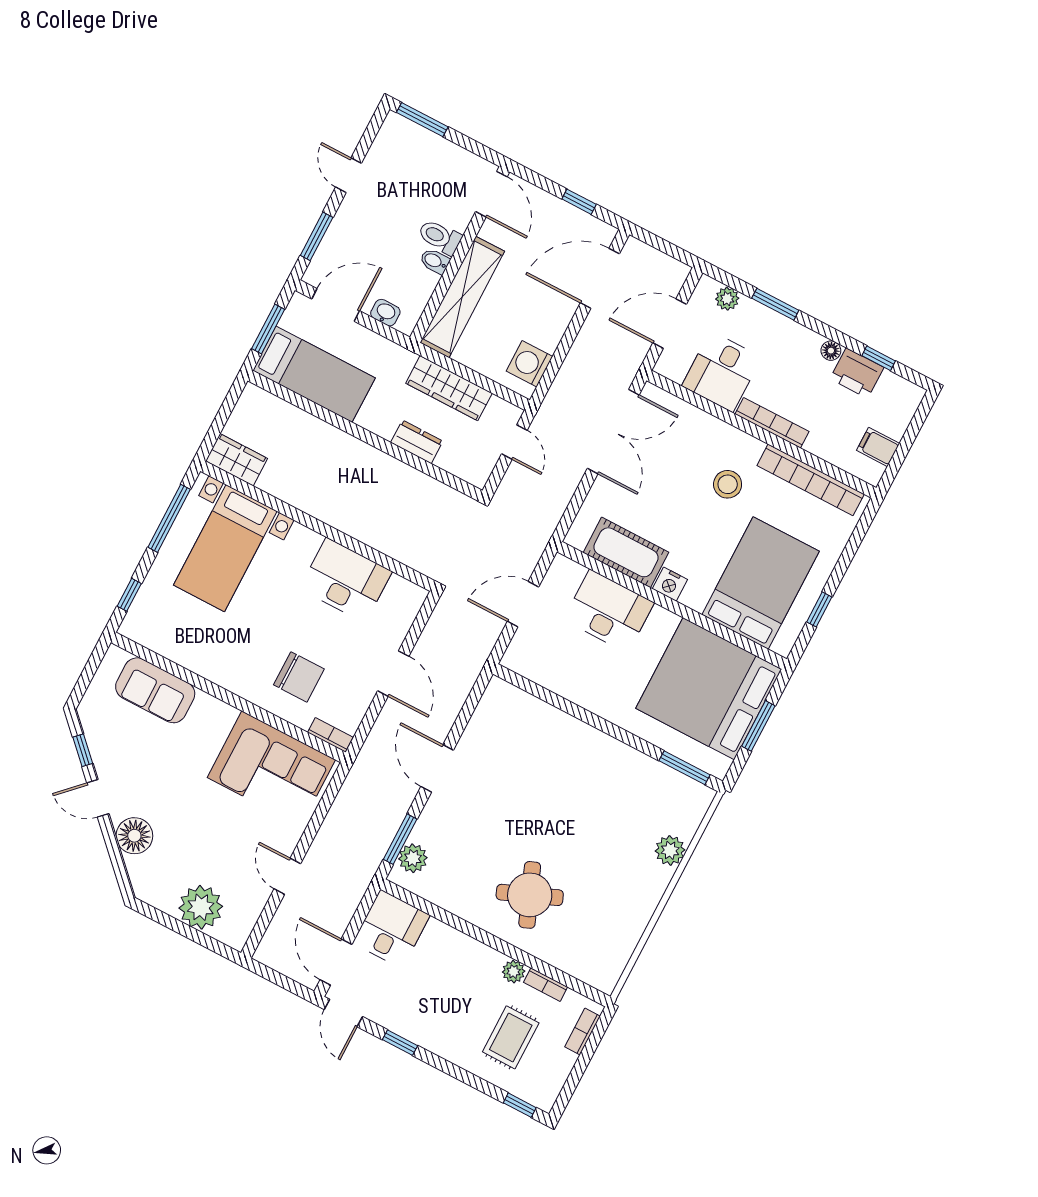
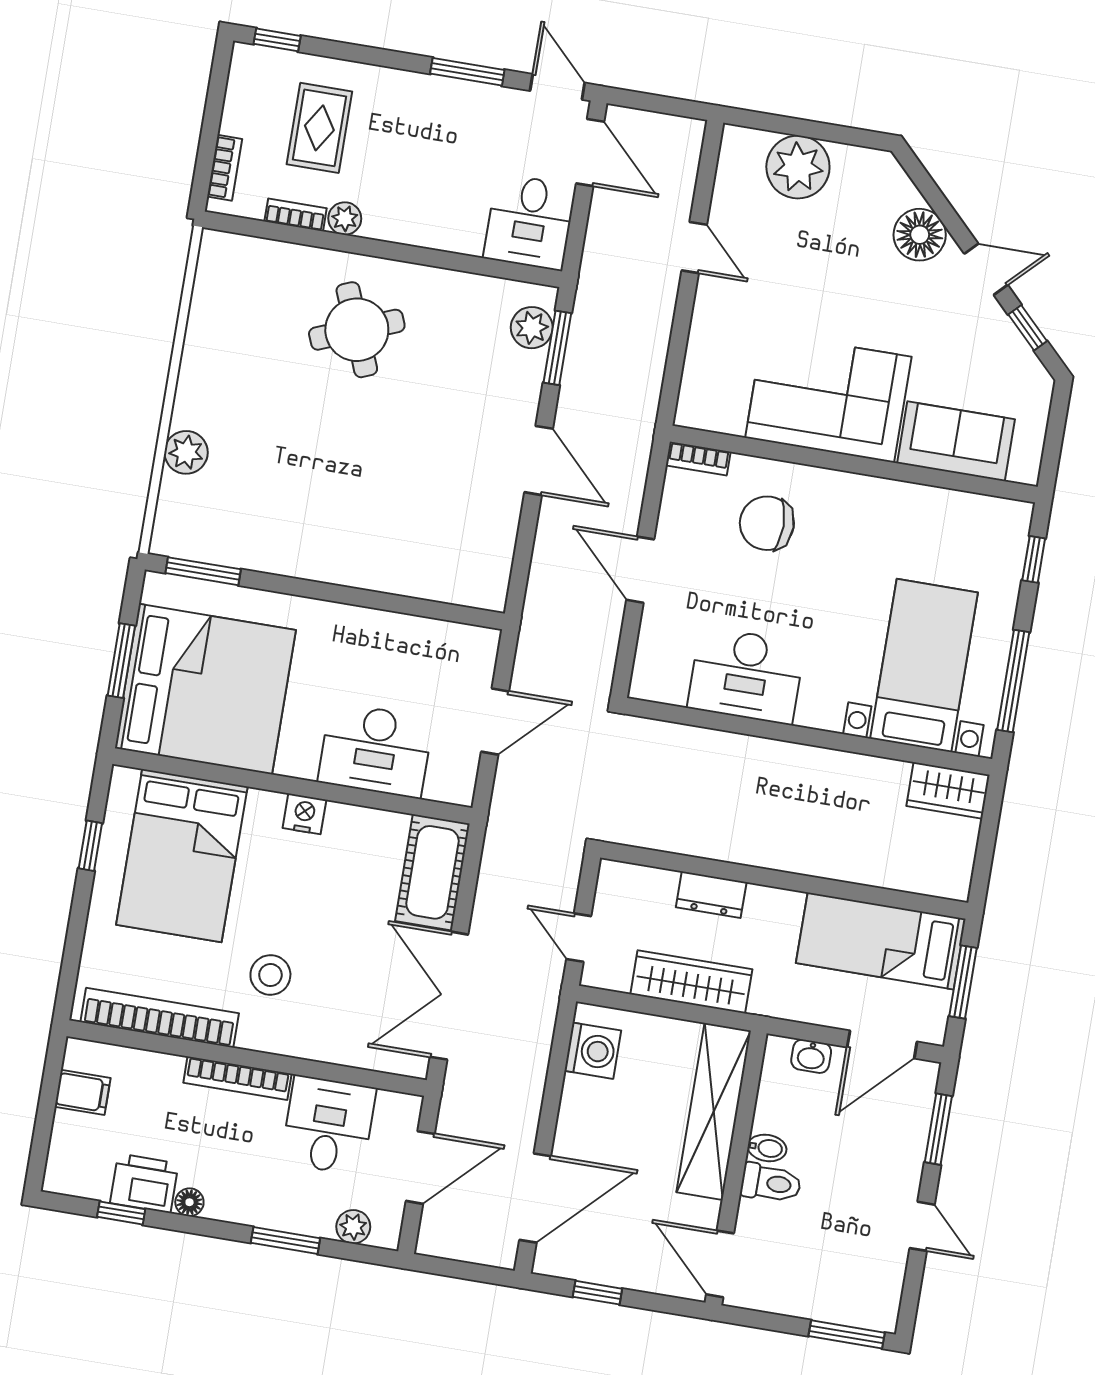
cot: (626, 552) -> (432, 872), moved, turned 90
corner sofa: (271, 769) -> (828, 397), moved
window: (400, 1043) -> (467, 72), width x1.50

